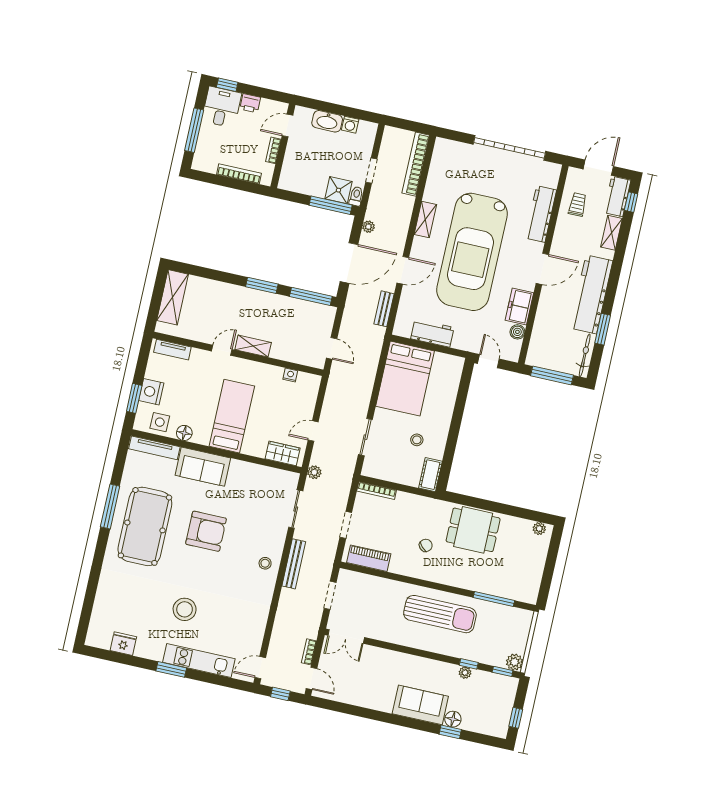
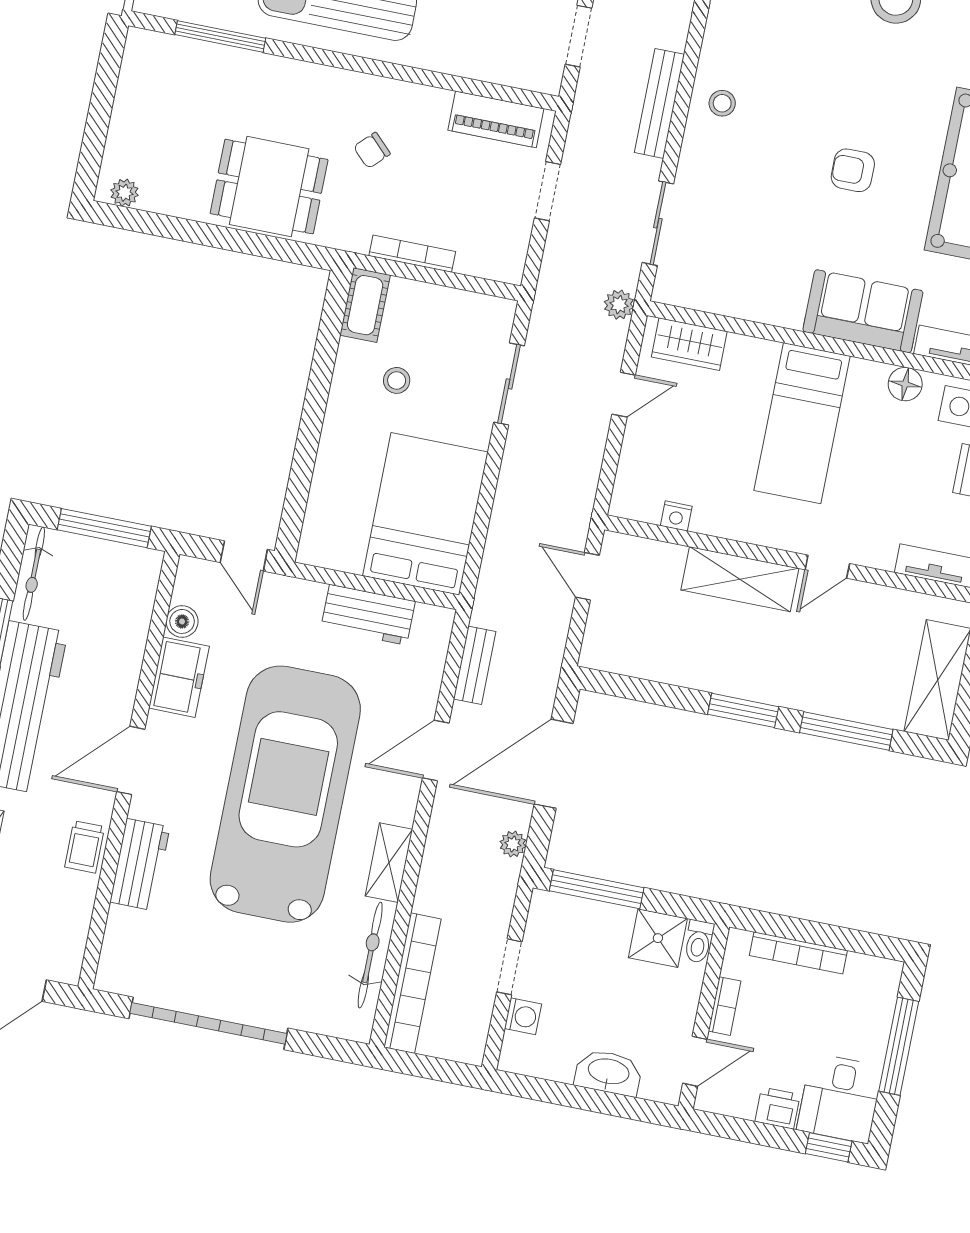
washing machine: (350, 125) -> (523, 1016), moved, turned 90
bicycle: (435, 177) -> (370, 955), added
shower: (338, 190) -> (658, 938), moved
toilet: (356, 196) -> (699, 942), moved
trolley: (578, 204) -> (85, 847), moved
workbench: (541, 214) -> (140, 864), width x0.73
window: (311, 296) -> (846, 731), moved
shelving: (253, 346) -> (740, 579), width x1.50, depth x1.33
bookcase: (377, 491) -> (412, 254), moved
armchair: (206, 531) -> (853, 170), width x0.53, depth x0.53

